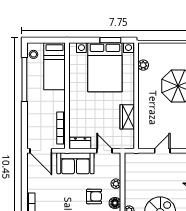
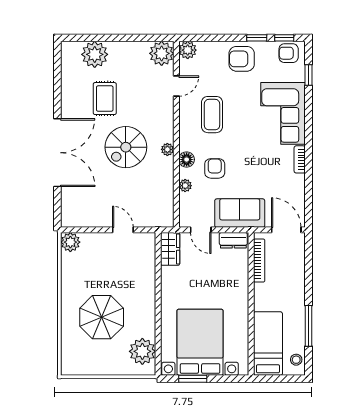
plant: (143, 65) -> (142, 351), width x1.87, depth x1.87
window: (24, 79) -> (308, 326), width x0.68
wardrobe: (127, 117) -> (170, 249), moved
door: (162, 151) -> (123, 230), swing flipped
armchair: (94, 196) -> (215, 168), turned 90

